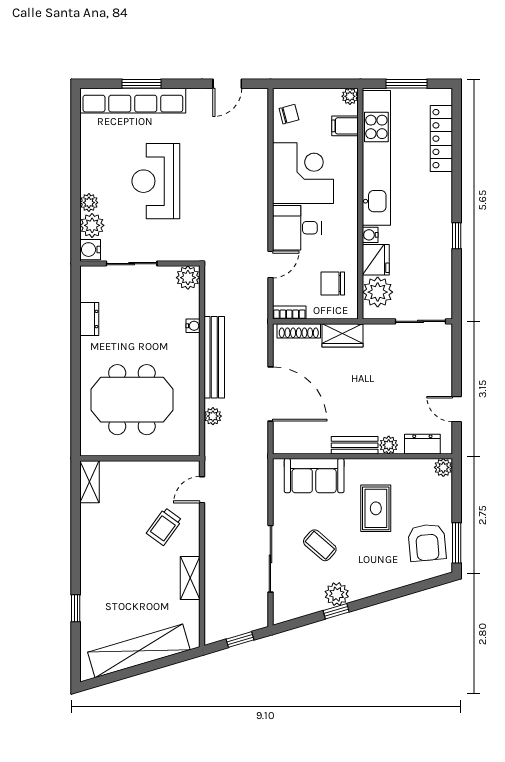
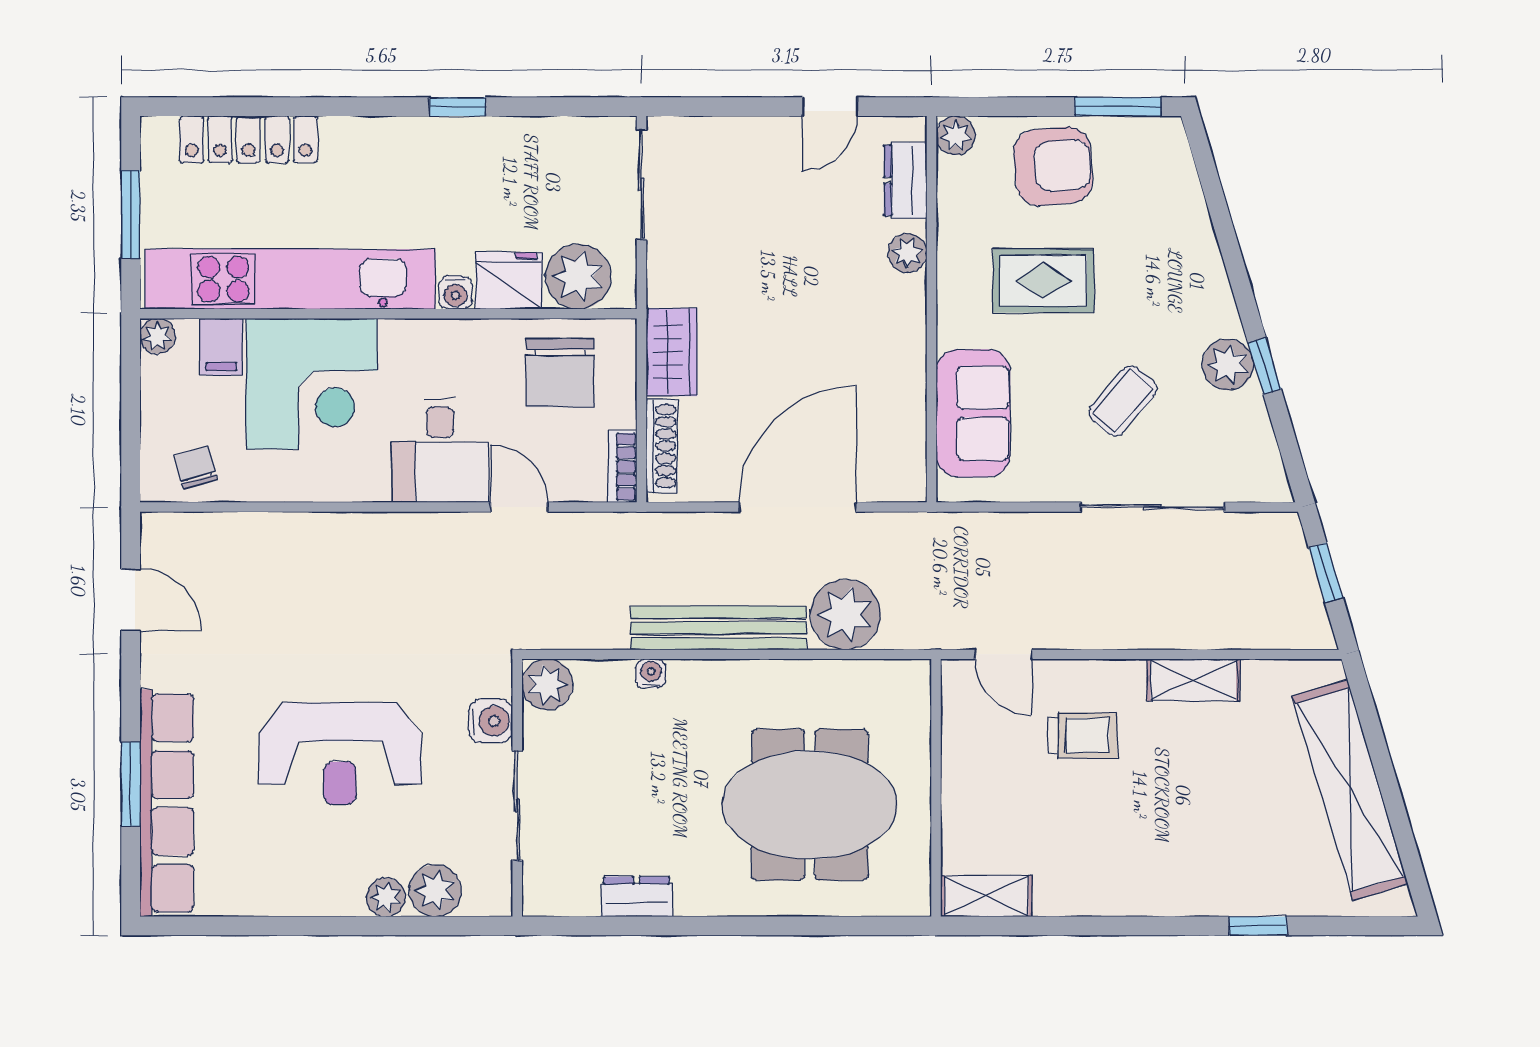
corner desk: (303, 173) -> (312, 384), moved, turned 180
water cooler: (90, 250) -> (491, 721), moved, turned -90
chair: (333, 283) -> (560, 373), width x1.37, depth x1.37
meeting table: (132, 400) -> (810, 805), turned 90
plant: (213, 416) -> (845, 615), width x1.87, depth x1.87
bench: (355, 445) -> (908, 326), removed
trolley: (164, 527) -> (1083, 736), turned -36
armchair: (427, 543) -> (1053, 166), moved

